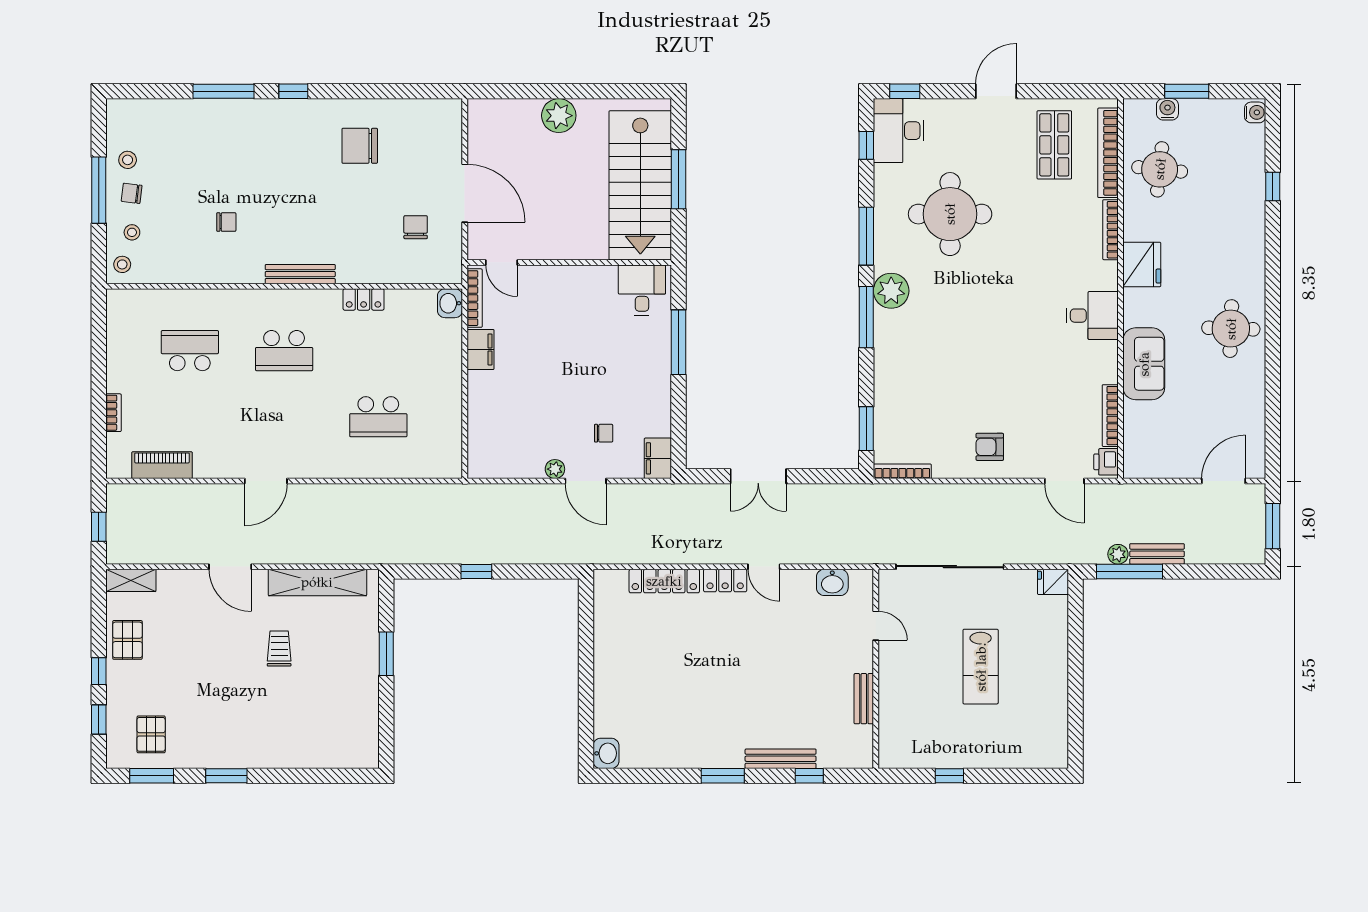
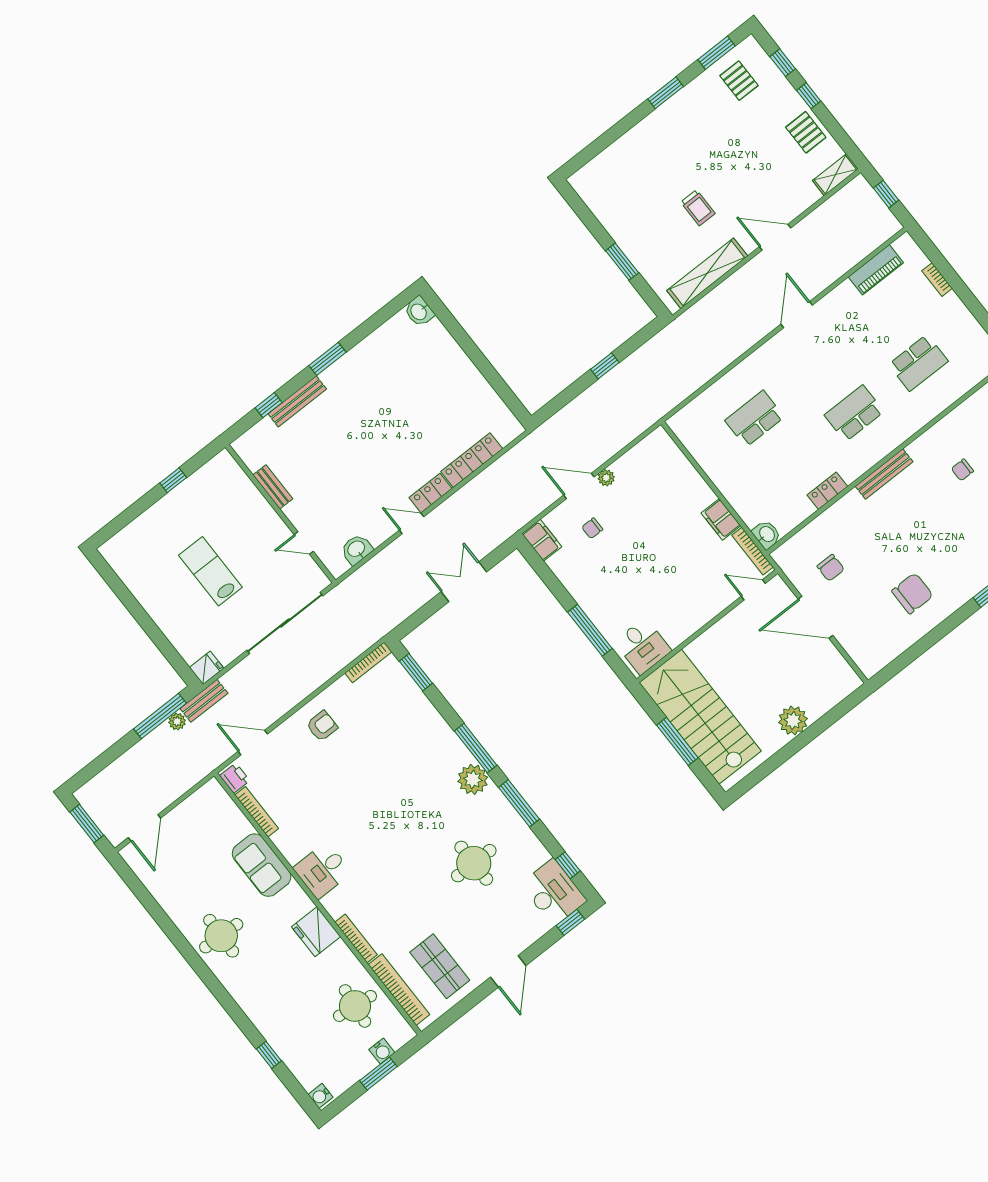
round table: (950, 214) -> (474, 863), width x0.73, depth x0.73
bench: (1157, 554) -> (204, 701), moved

